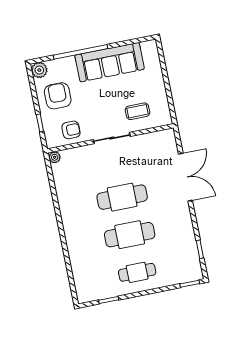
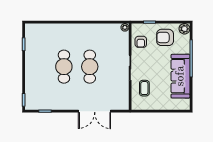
armchair: (58, 96) -> (165, 37), turned 180
cafe table: (137, 272) -> (38, 67), removed

